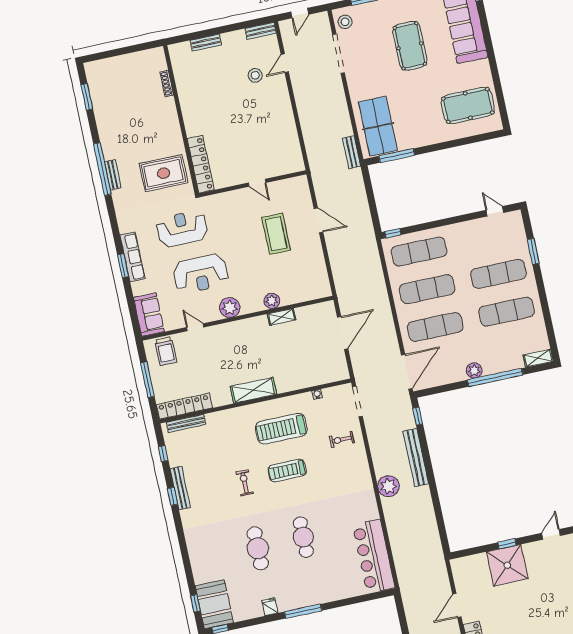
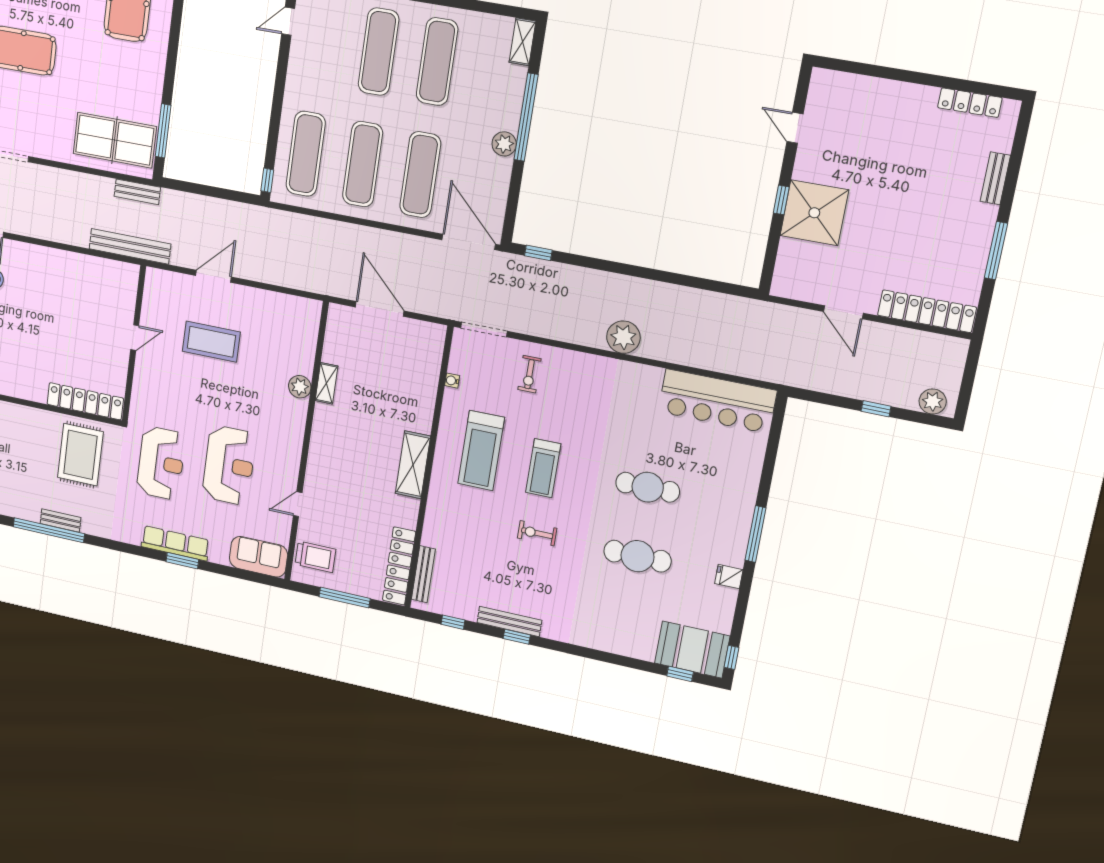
reception desk: (182, 229) -> (161, 463), turned 180
plant: (230, 308) -> (288, 447), removed
bench: (416, 457) -> (130, 246), moved

